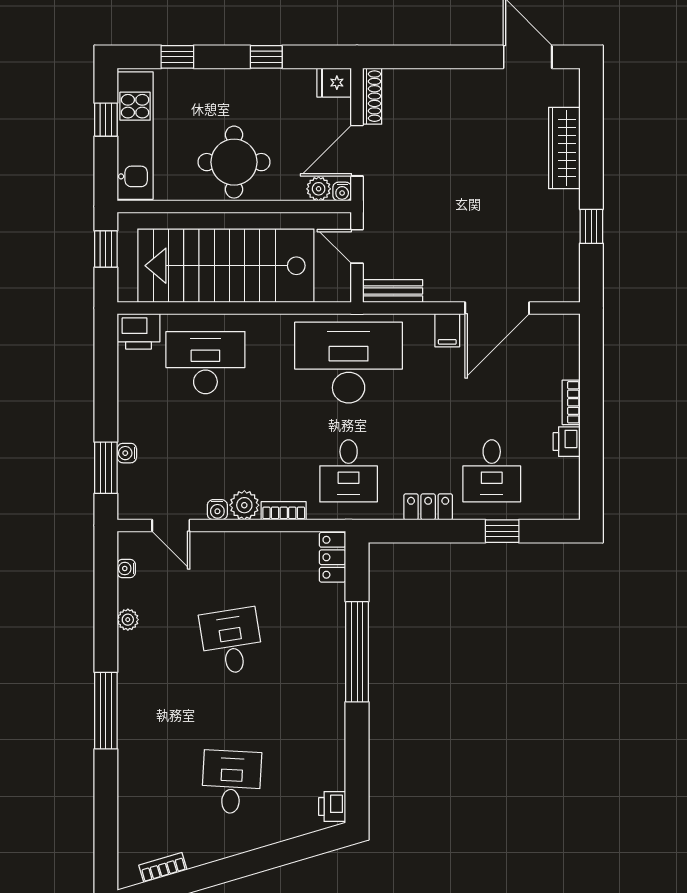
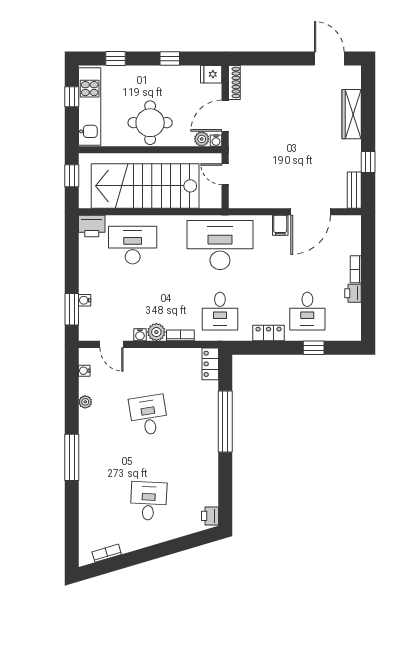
bench: (393, 291) -> (354, 190), moved, turned 90

